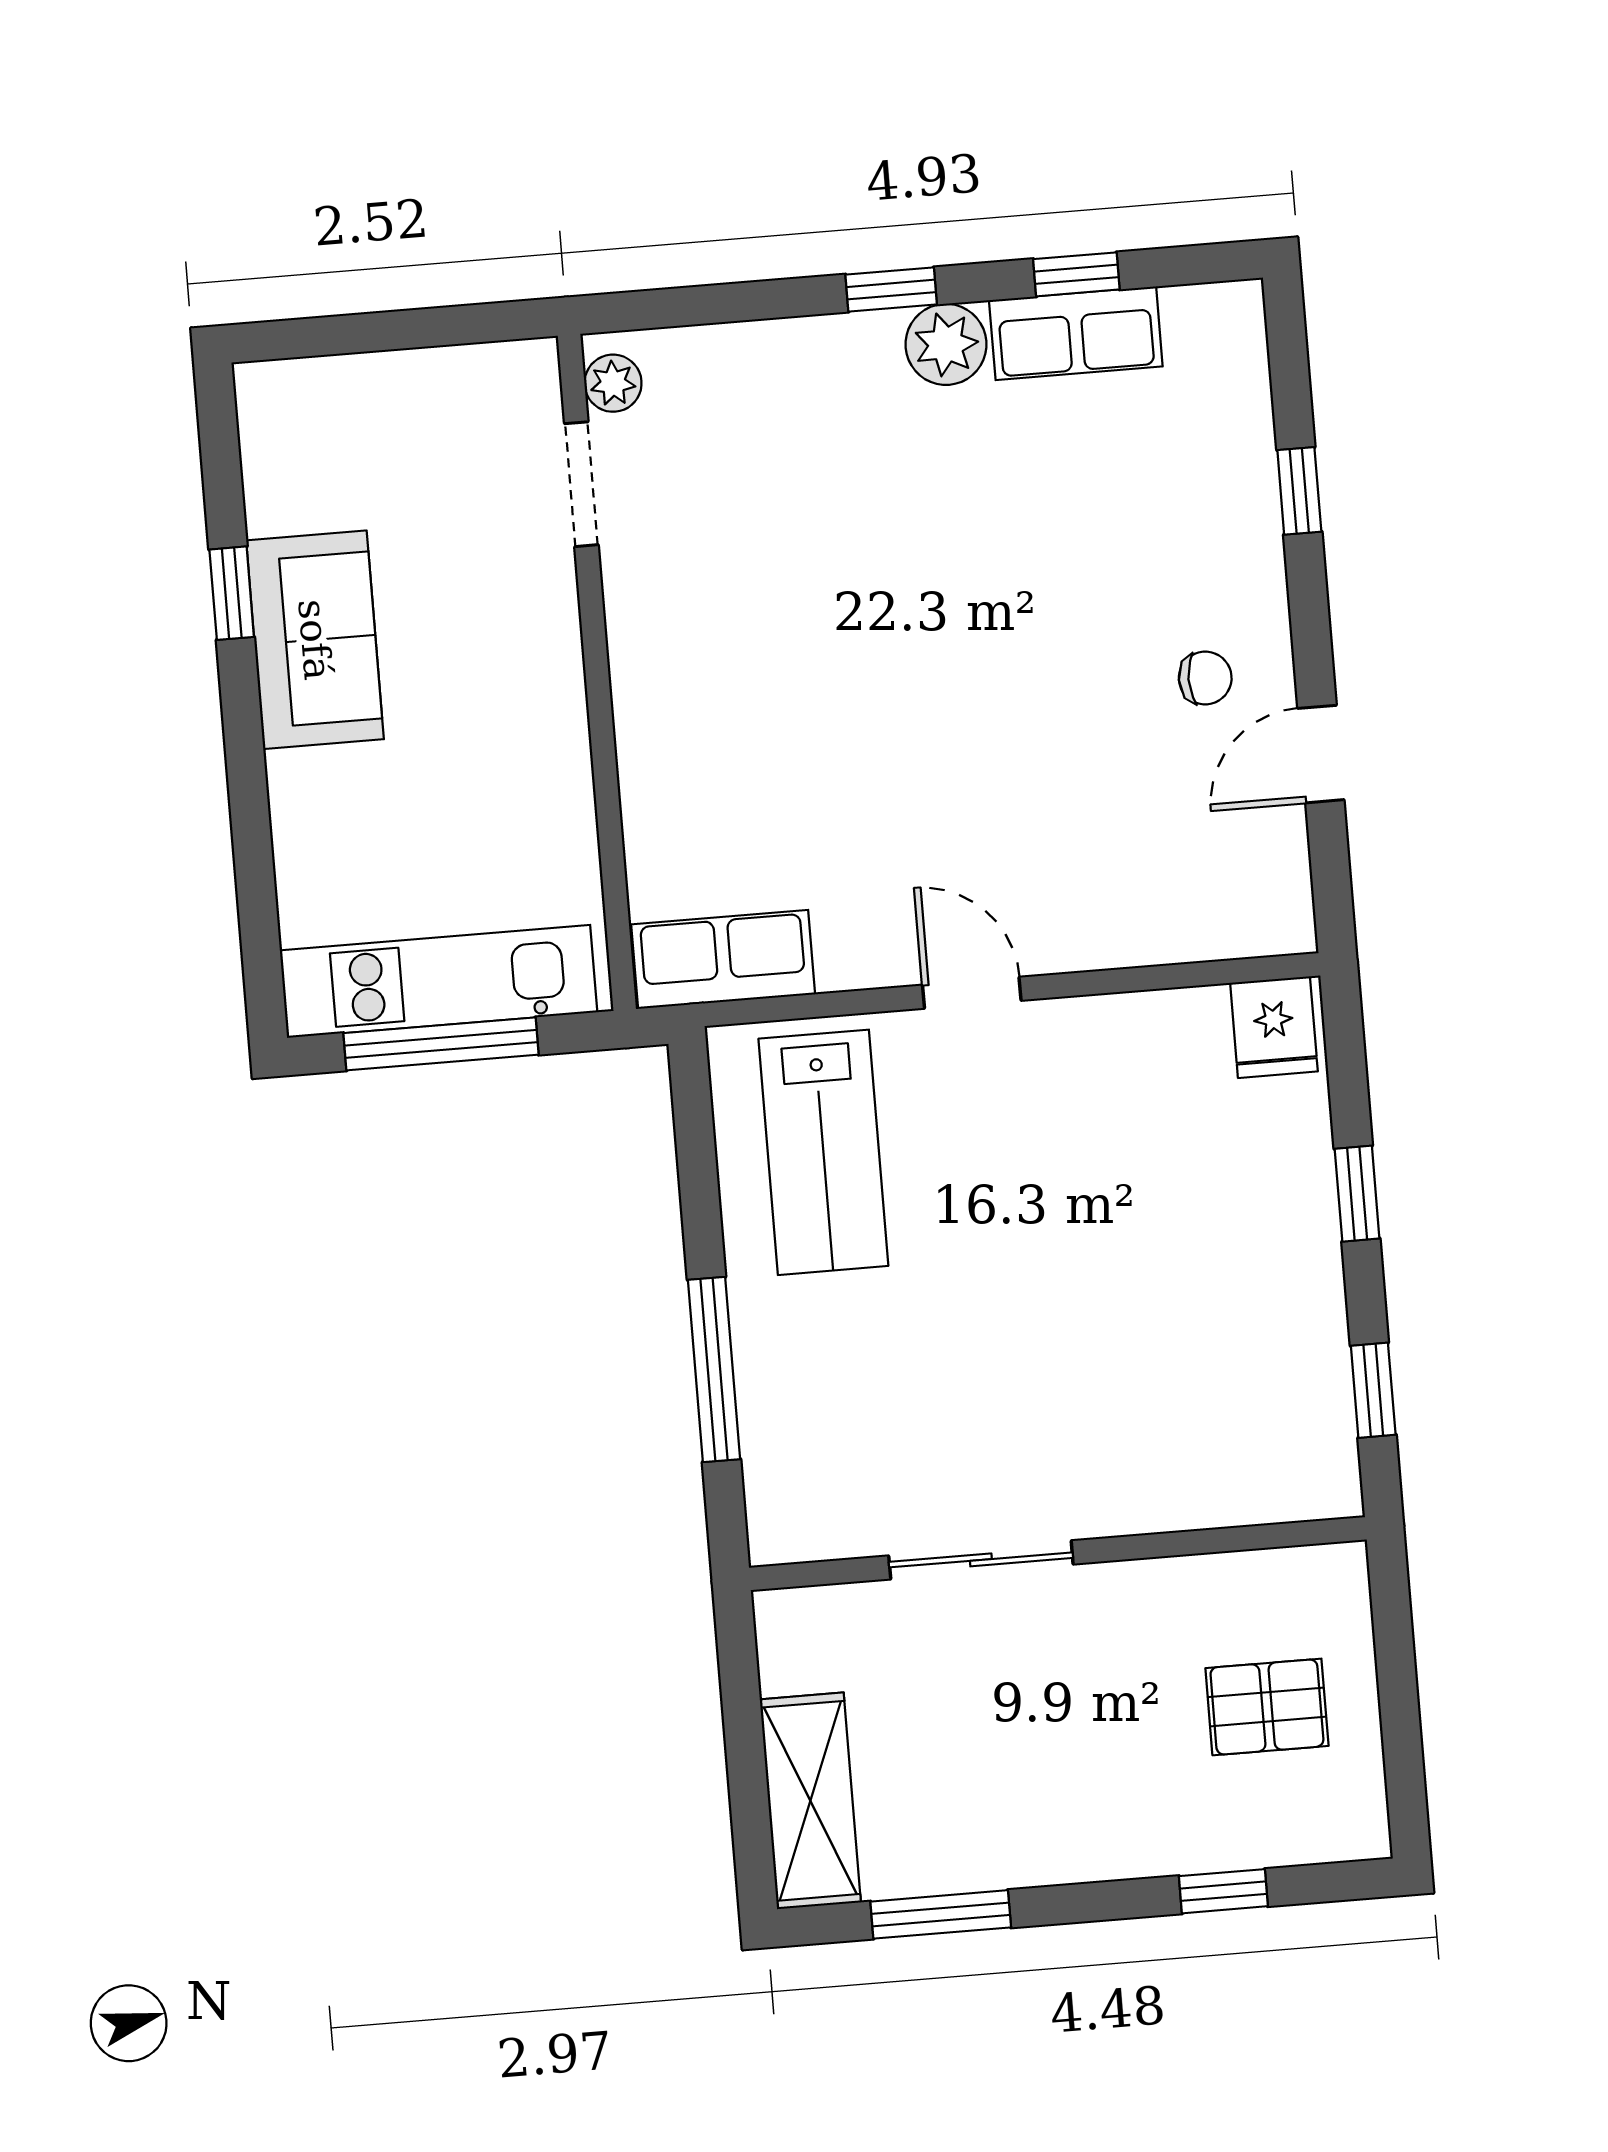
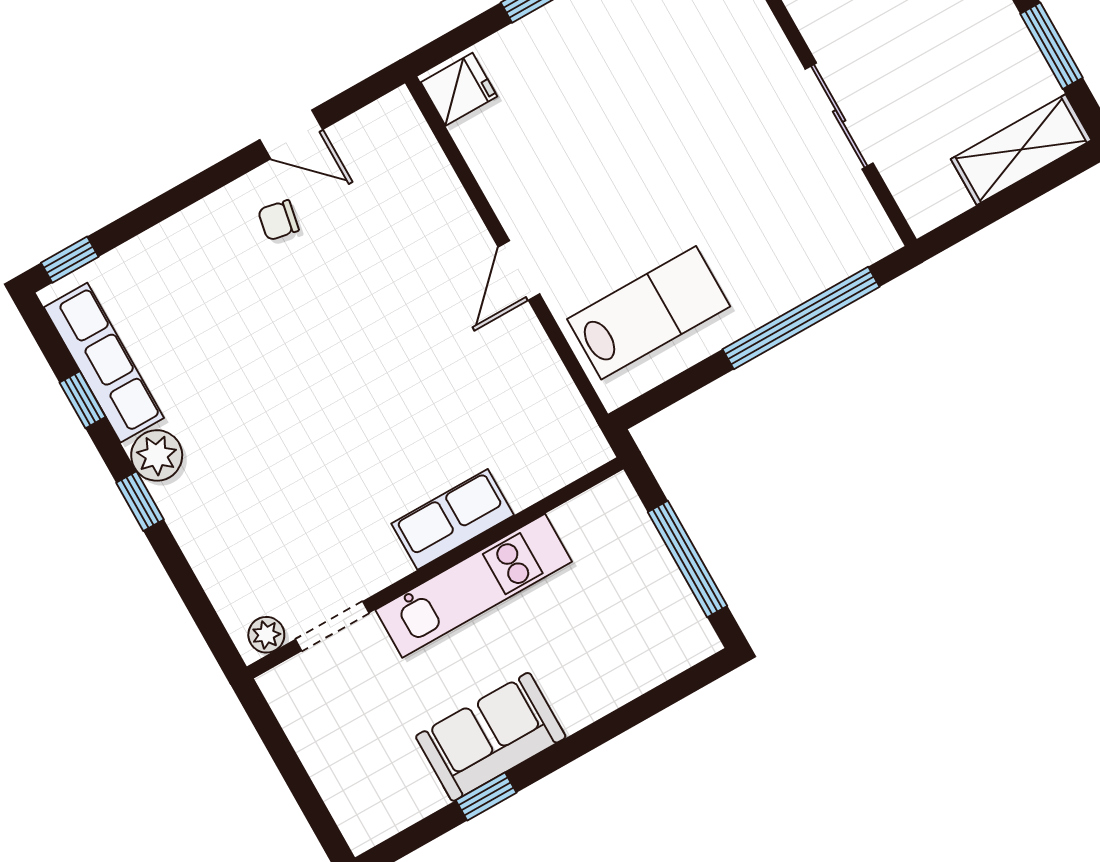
row of seats: (1076, 333) -> (104, 363), width x1.48
window: (1299, 491) -> (70, 260), moved
chair: (1205, 678) -> (278, 220), turned -79
row of seats: (723, 959) -> (453, 519), moved, turned 90
kitchen unit: (439, 981) -> (474, 586), moved, turned -90
window: (714, 1370) -> (801, 318), width x1.46

